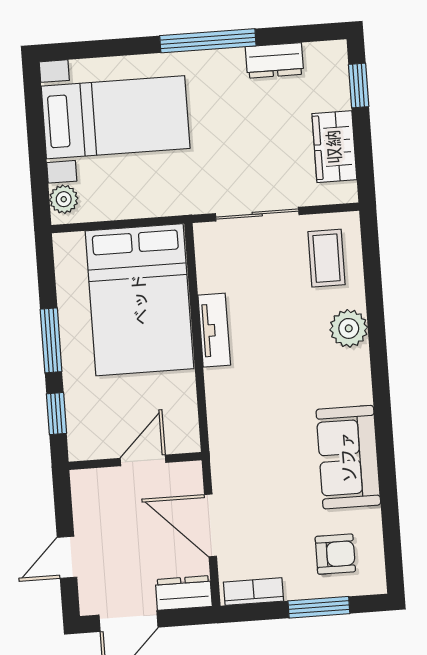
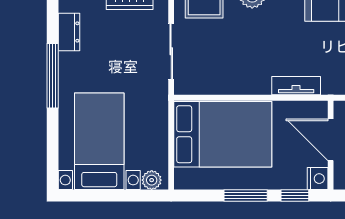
tv unit: (214, 330) -> (296, 86), moved
nightstand: (84, 445) -> (318, 179), added
door: (143, 460) -> (331, 140), width x1.38

